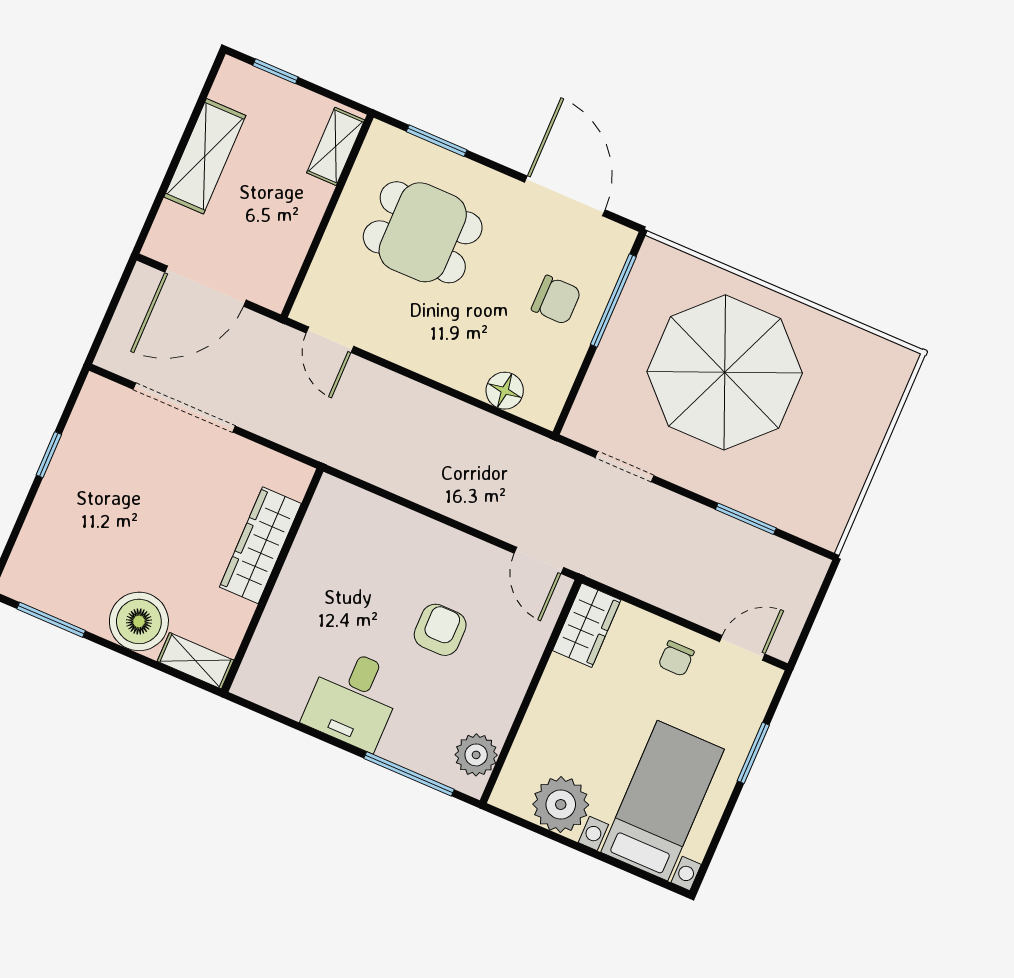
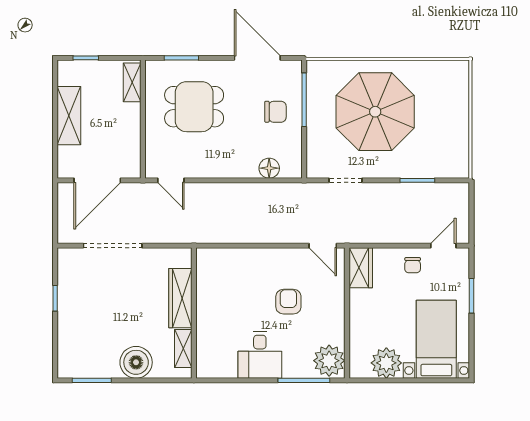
shelving: (196, 661) -> (183, 349), moved, turned 90
plant: (476, 755) -> (329, 361), width x1.36, depth x1.36

